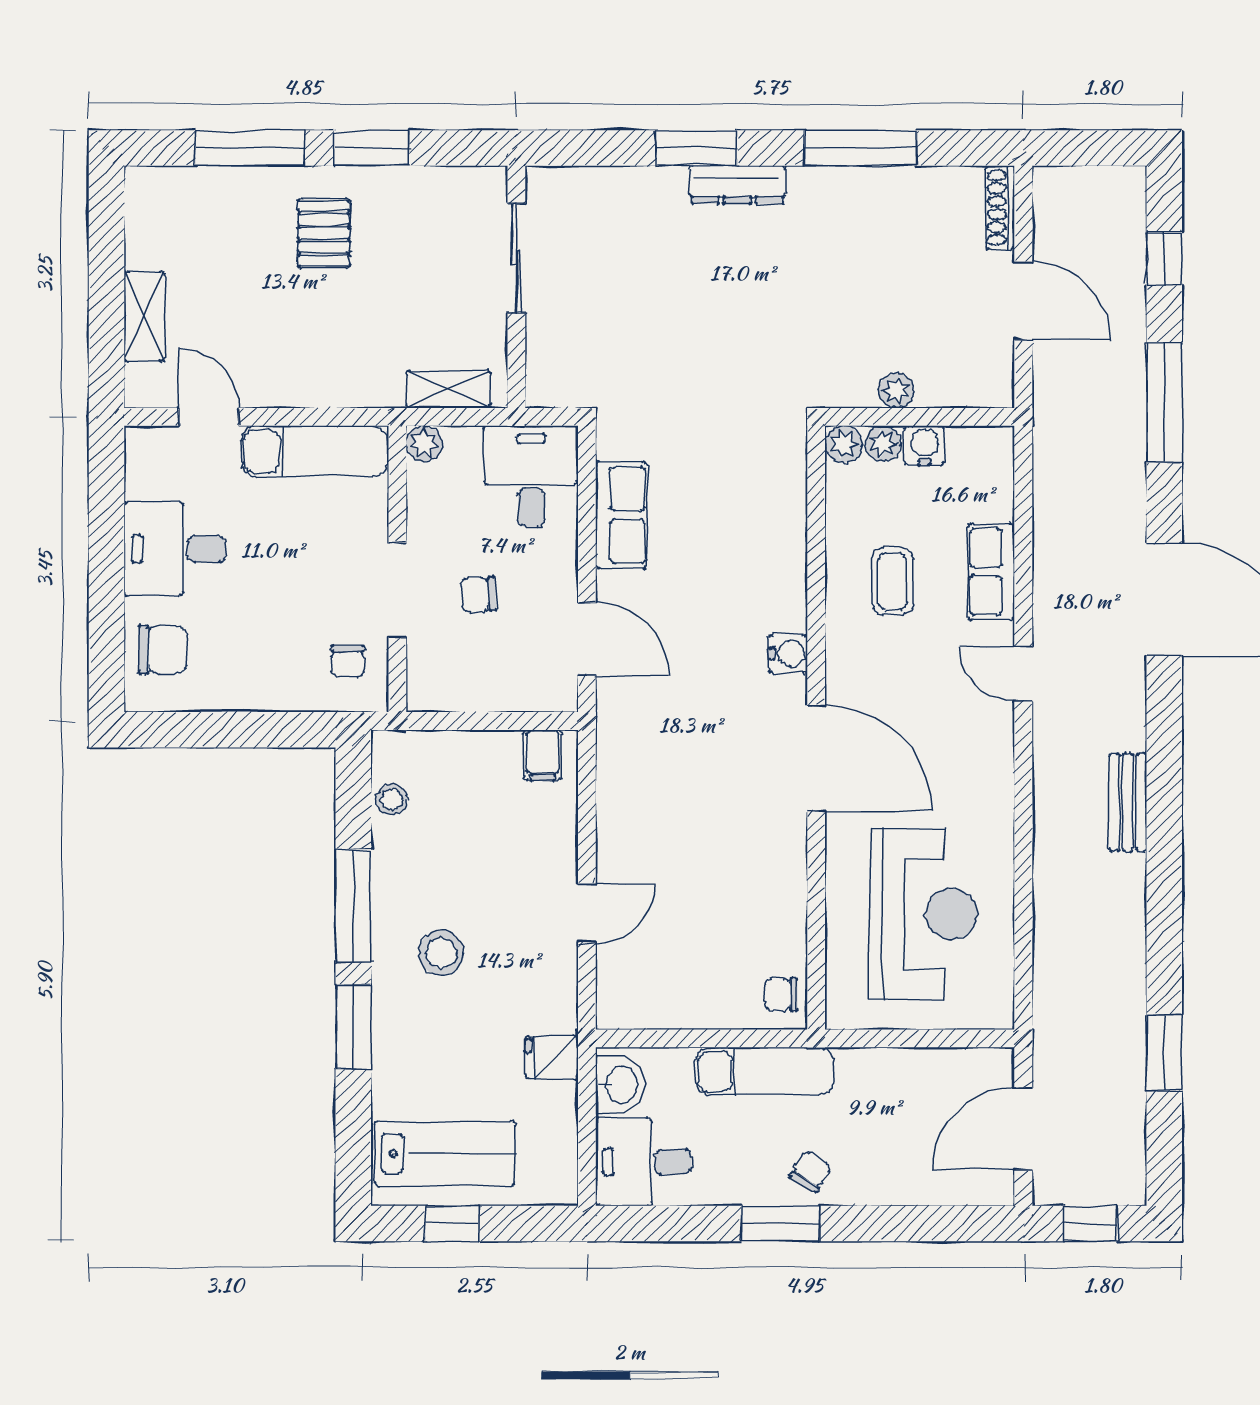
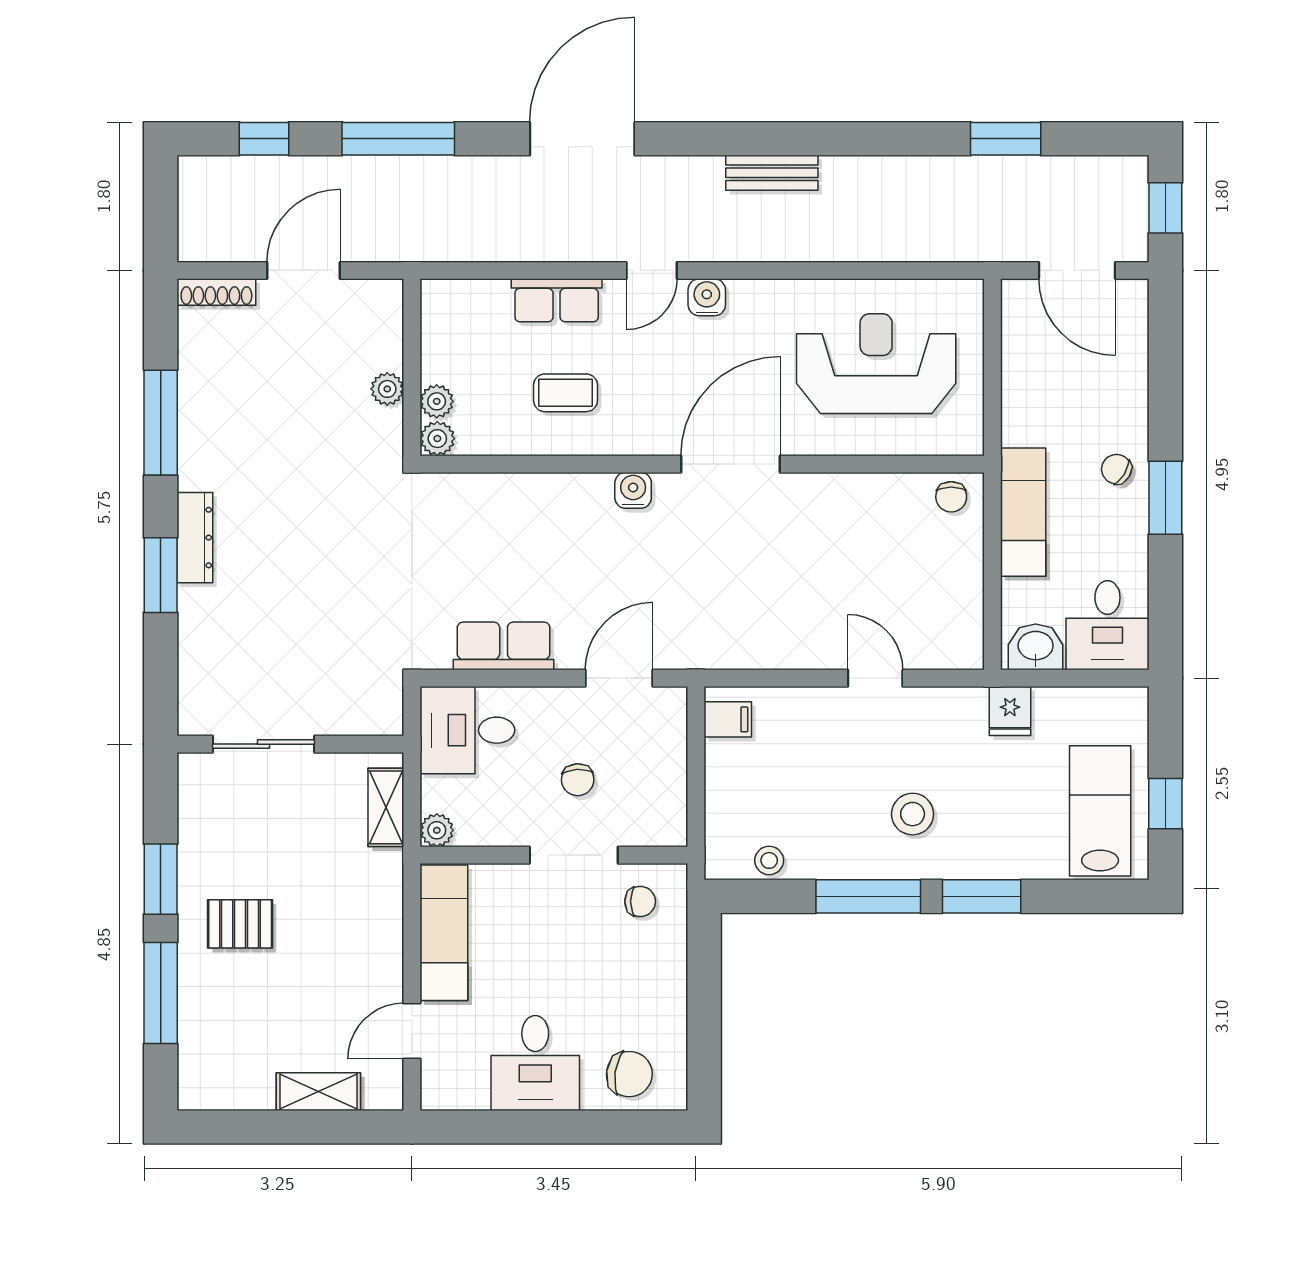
water cooler: (924, 446) -> (707, 297), moved, turned 90
chair: (163, 650) -> (629, 1074), turned 98

